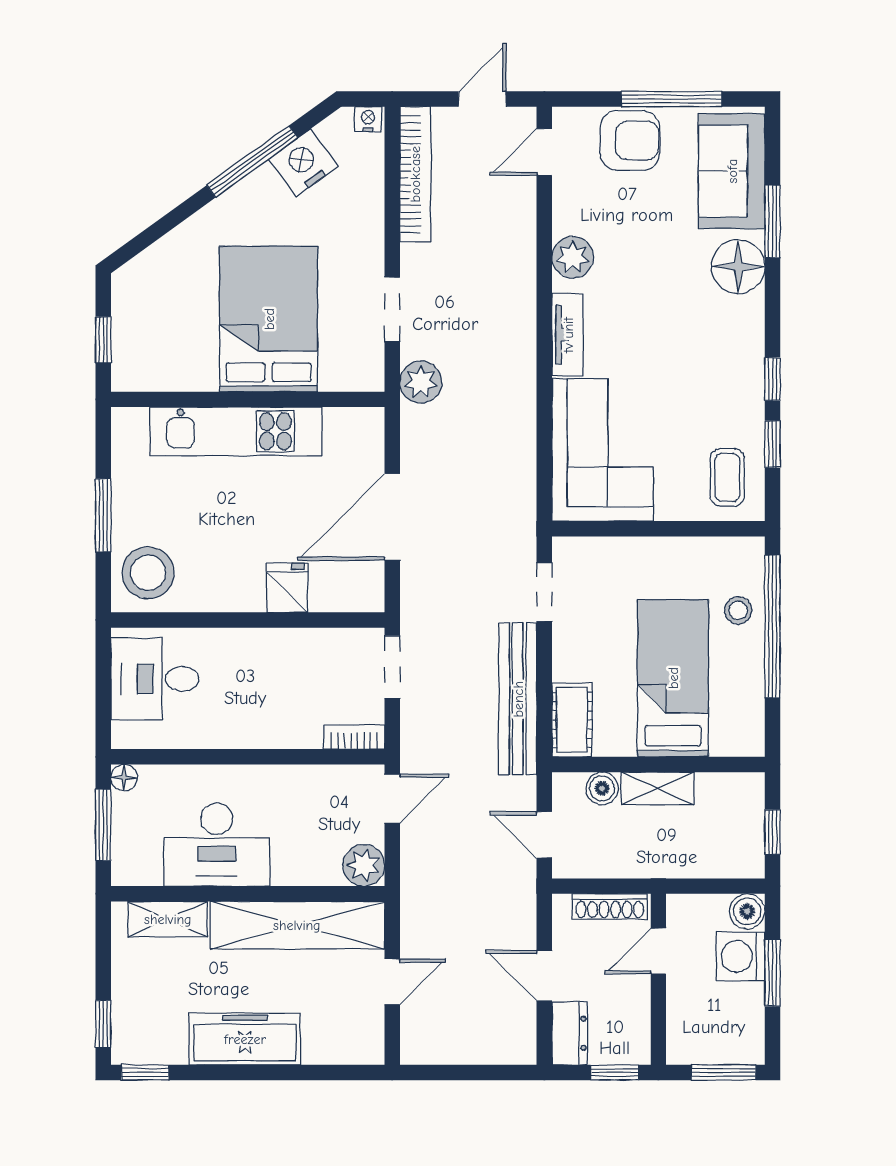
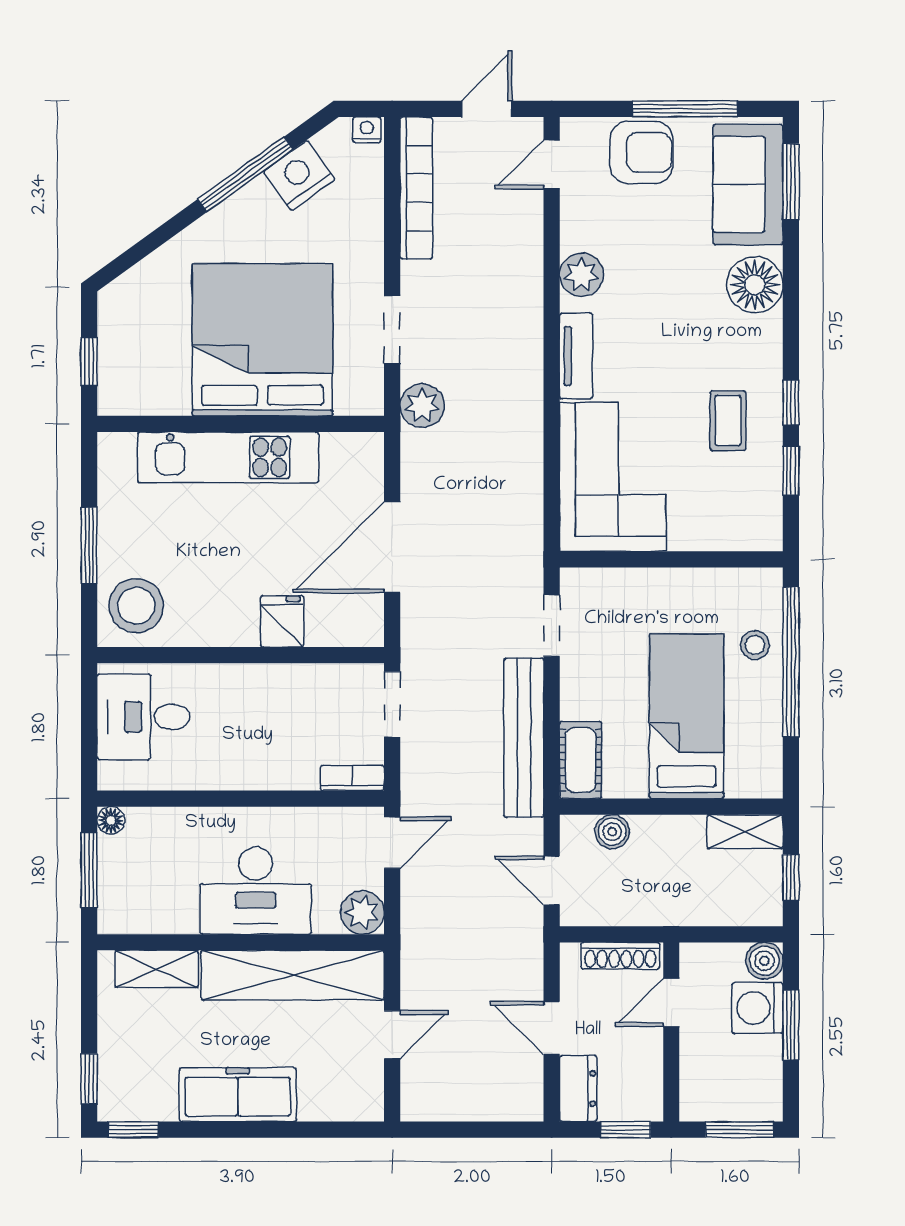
window: (772, 221) -> (791, 182), moved
bed: (269, 319) -> (262, 340), width x1.36
coffee table: (727, 477) -> (728, 421), moved
shelving: (658, 788) -> (745, 832), moved
desk: (217, 845) -> (256, 891), moved

